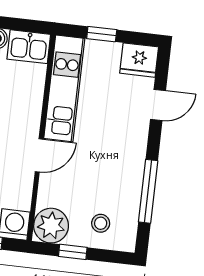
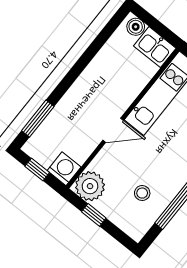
stool: (101, 223) -> (142, 193), moved

